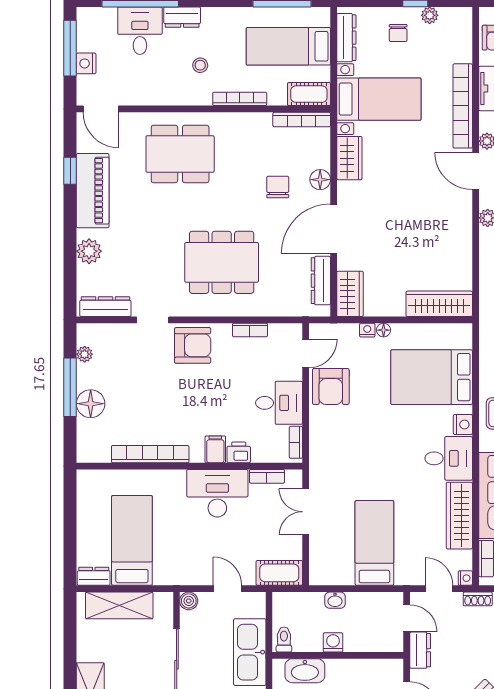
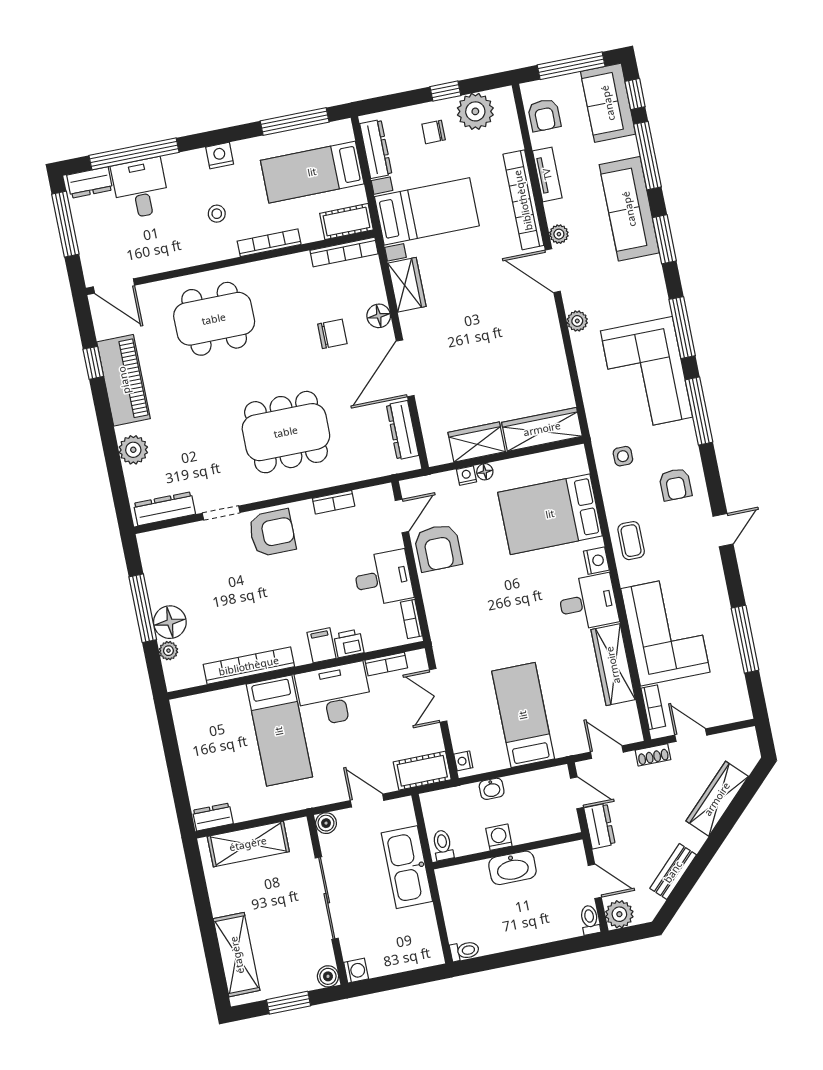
plant: (430, 15) -> (475, 111), width x1.88, depth x1.88
dresser: (182, 17) -> (90, 183), moved
chair: (398, 33) -> (434, 132), turned 90
nightstand: (86, 63) -> (220, 156), moved, turned 90
chair: (278, 187) -> (332, 334), turned 90
wardrobe: (350, 294) -> (477, 442), moved, turned -90
plant: (85, 354) -> (168, 651), moved
bed: (132, 540) -> (279, 731), moved, turned 180
nightstand: (465, 578) -> (463, 761), moved, turned 180
washbasin: (305, 671) -> (512, 868), moved

